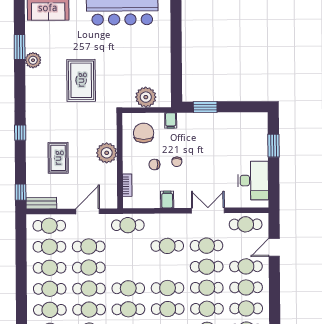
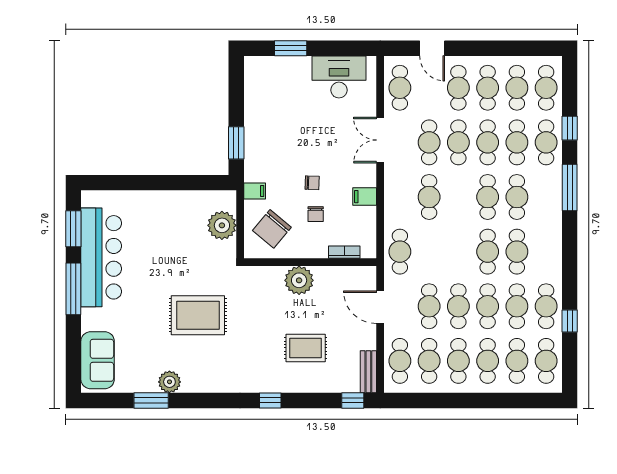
chair: (144, 133) -> (272, 229), turned -50

